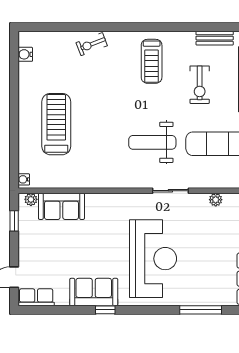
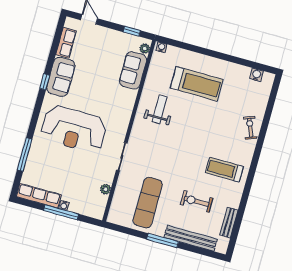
weight bench: (152, 142) -> (160, 109), moved, width x0.73, depth x0.75
row of seats: (36, 297) -> (66, 43), moved

